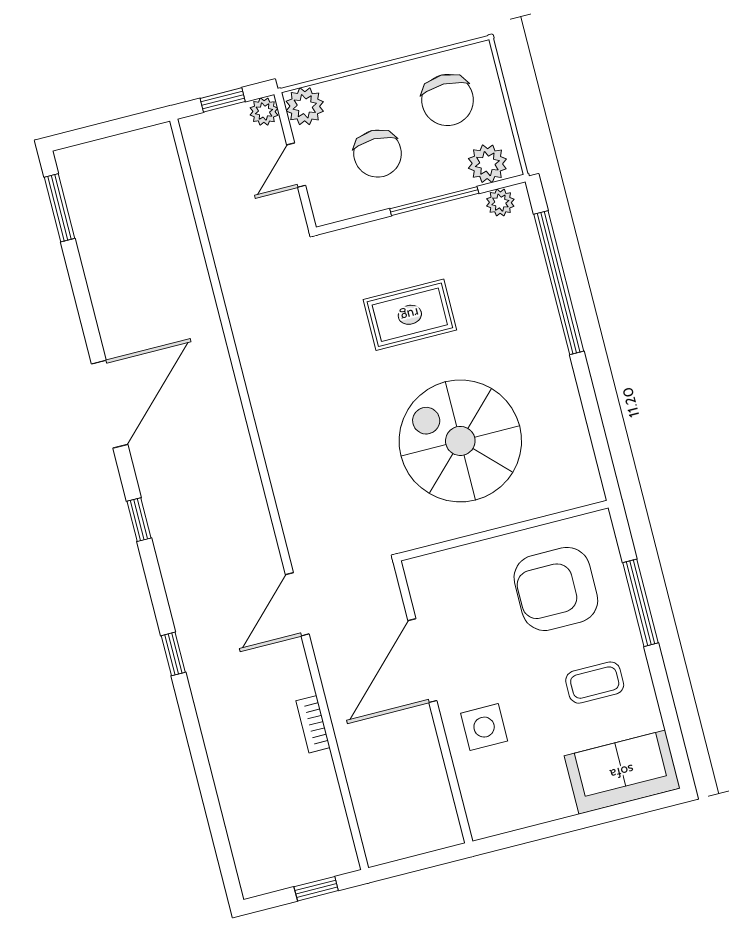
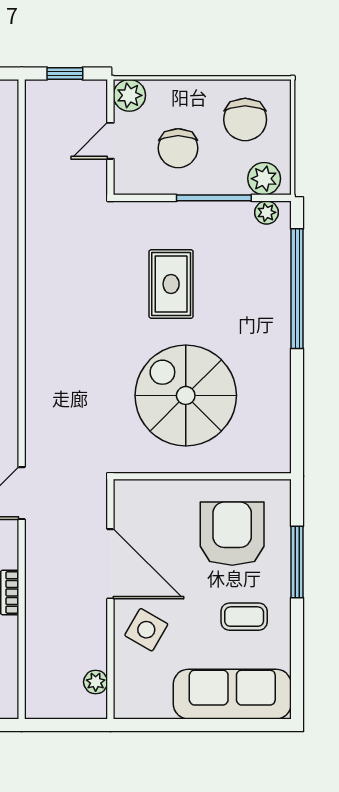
plant: (264, 112) -> (96, 682), moved
rug: (410, 315) -> (171, 284), turned 90
armchair: (556, 589) -> (232, 534), turned 90
door: (422, 661) -> (110, 564), swing flipped
side table: (484, 727) -> (146, 630), turned 30
sofa: (622, 772) -> (232, 694), width x1.36

